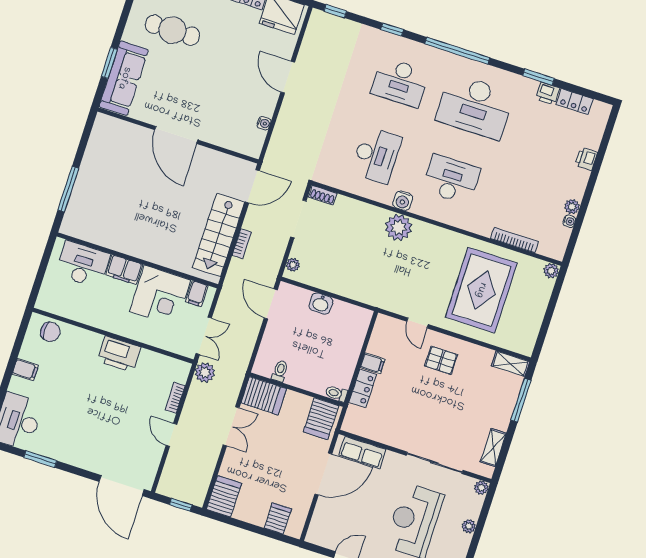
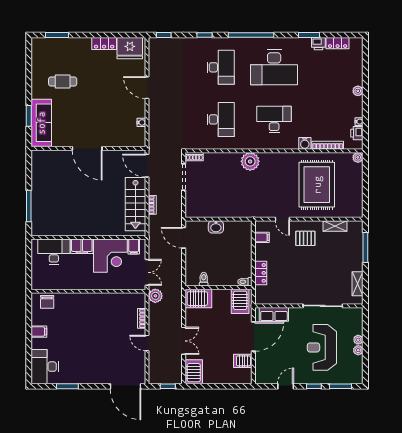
cafe table: (172, 30) -> (63, 81), width x0.73, depth x0.74
desk: (400, 82) -> (221, 67), turned -90
printer: (586, 159) -> (357, 133), moved
door: (252, 186) -> (147, 166), swing flipped
water cooler: (403, 201) -> (305, 143), moved
plant: (572, 207) -> (358, 91), moved
plant: (293, 265) -> (190, 208), removed
chair: (50, 332) -> (47, 302), turned 90
printer: (119, 354) -> (96, 302), removed
filing cabinet: (373, 363) -> (262, 237), moved
shelving: (510, 364) -> (335, 226), moved
double door: (231, 426) -> (184, 341), moved
plant: (481, 488) -> (358, 350), moved
server rack: (278, 518) -> (243, 361), moved, turned -90

